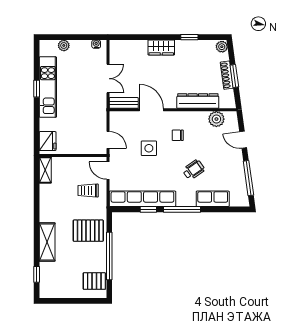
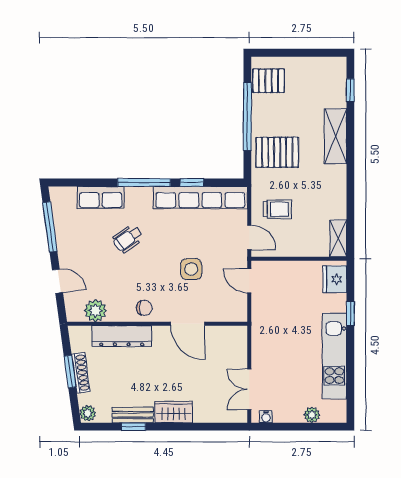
double door: (108, 79) -> (249, 389), moved
window: (37, 89) -> (350, 314), moved
bench: (124, 103) -> (133, 415), moved
chair: (178, 135) -> (144, 308), moved

